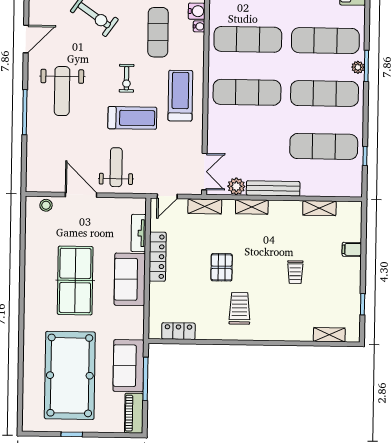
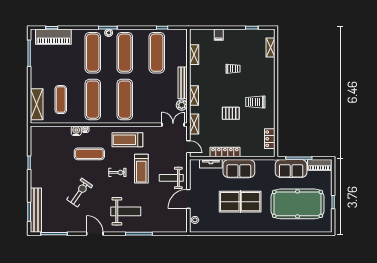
treadmill: (132, 118) -> (141, 169), turned 180

